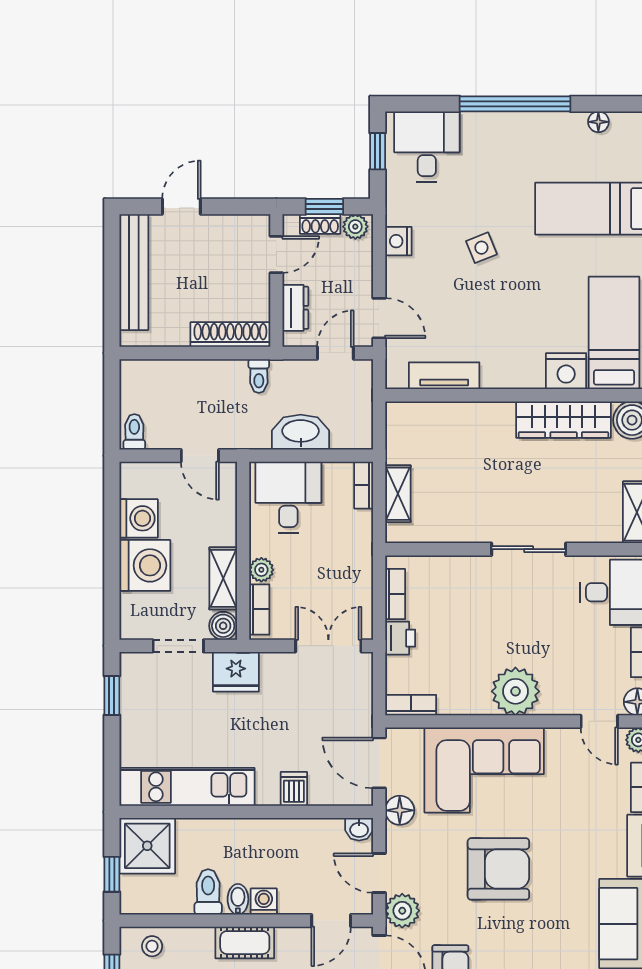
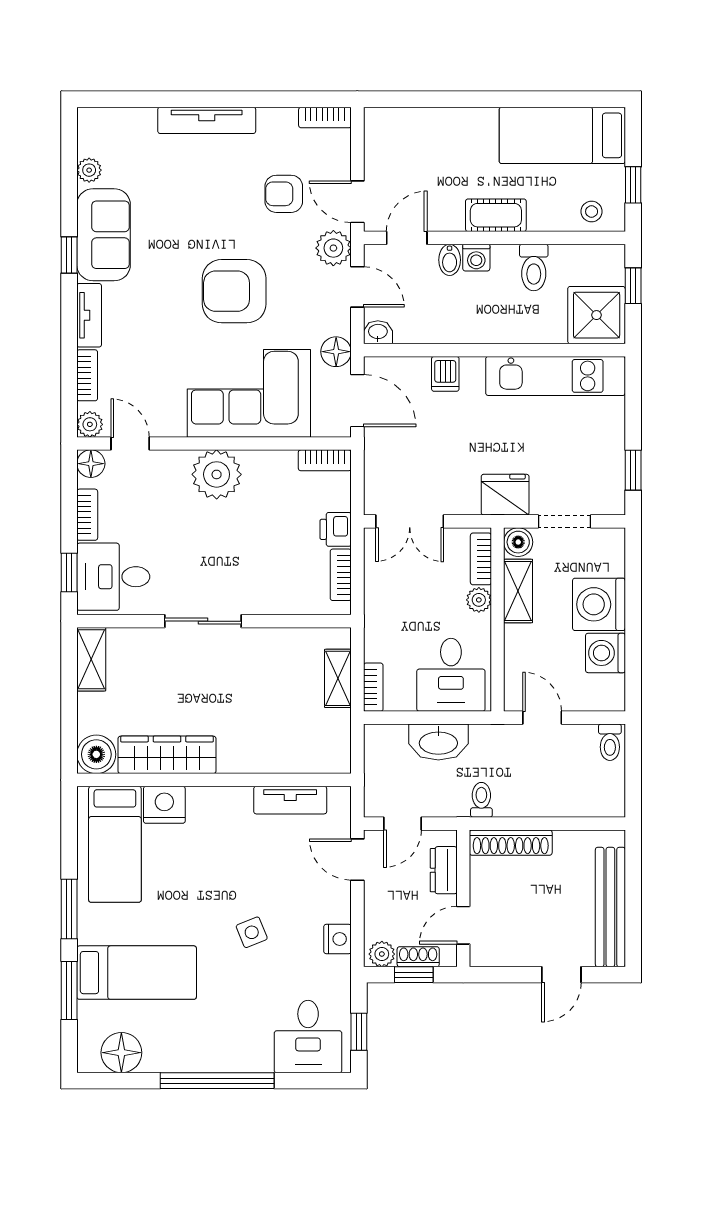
floor lamp: (598, 122) -> (121, 1053), width x1.89, depth x1.89
bidet: (238, 899) -> (450, 260), moved

